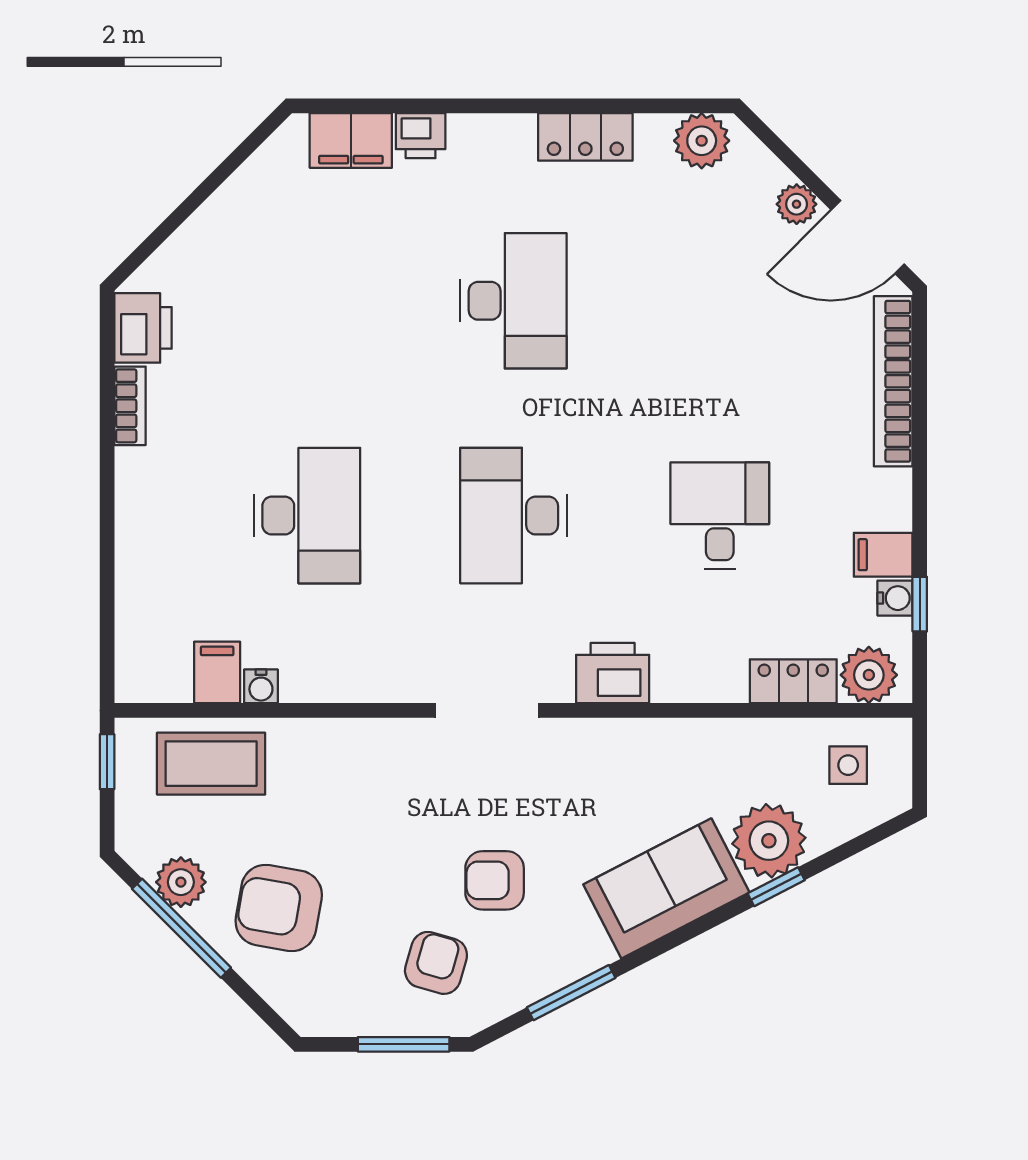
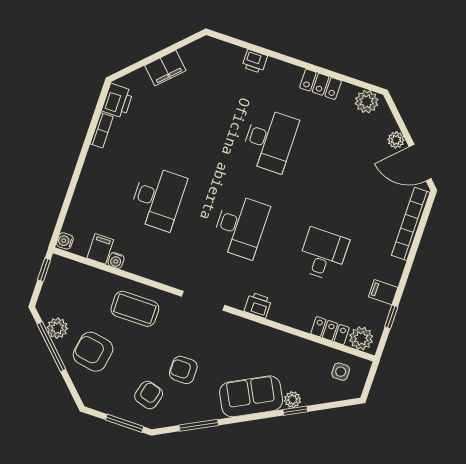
filing cabinet: (351, 140) -> (165, 68), moved, turned -45
desk: (513, 516) -> (240, 226), turned 180
water cooler: (895, 598) -> (65, 241), moved, turned 180
printer: (613, 673) -> (258, 305), width x0.73, depth x0.81
coffee table: (211, 764) -> (135, 309), moved
plant: (769, 841) -> (292, 400), width x0.53, depth x0.53

